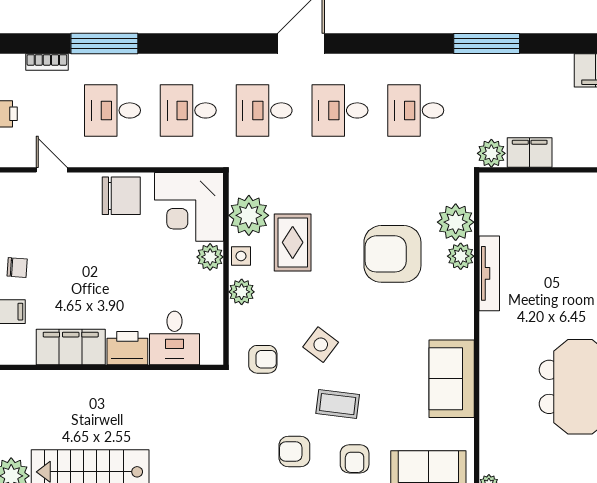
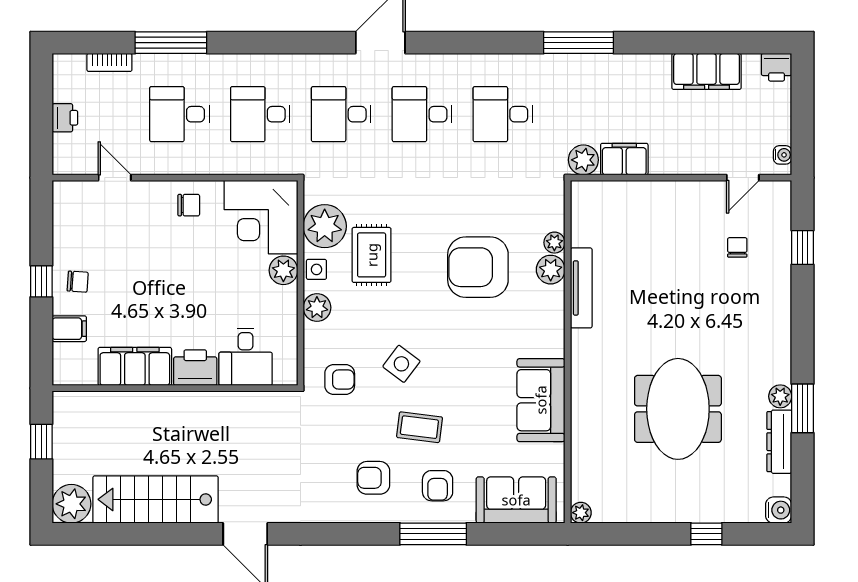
chair: (121, 196) -> (189, 205), width x0.54, depth x0.54
plant: (456, 222) -> (554, 243), width x0.53, depth x0.53

